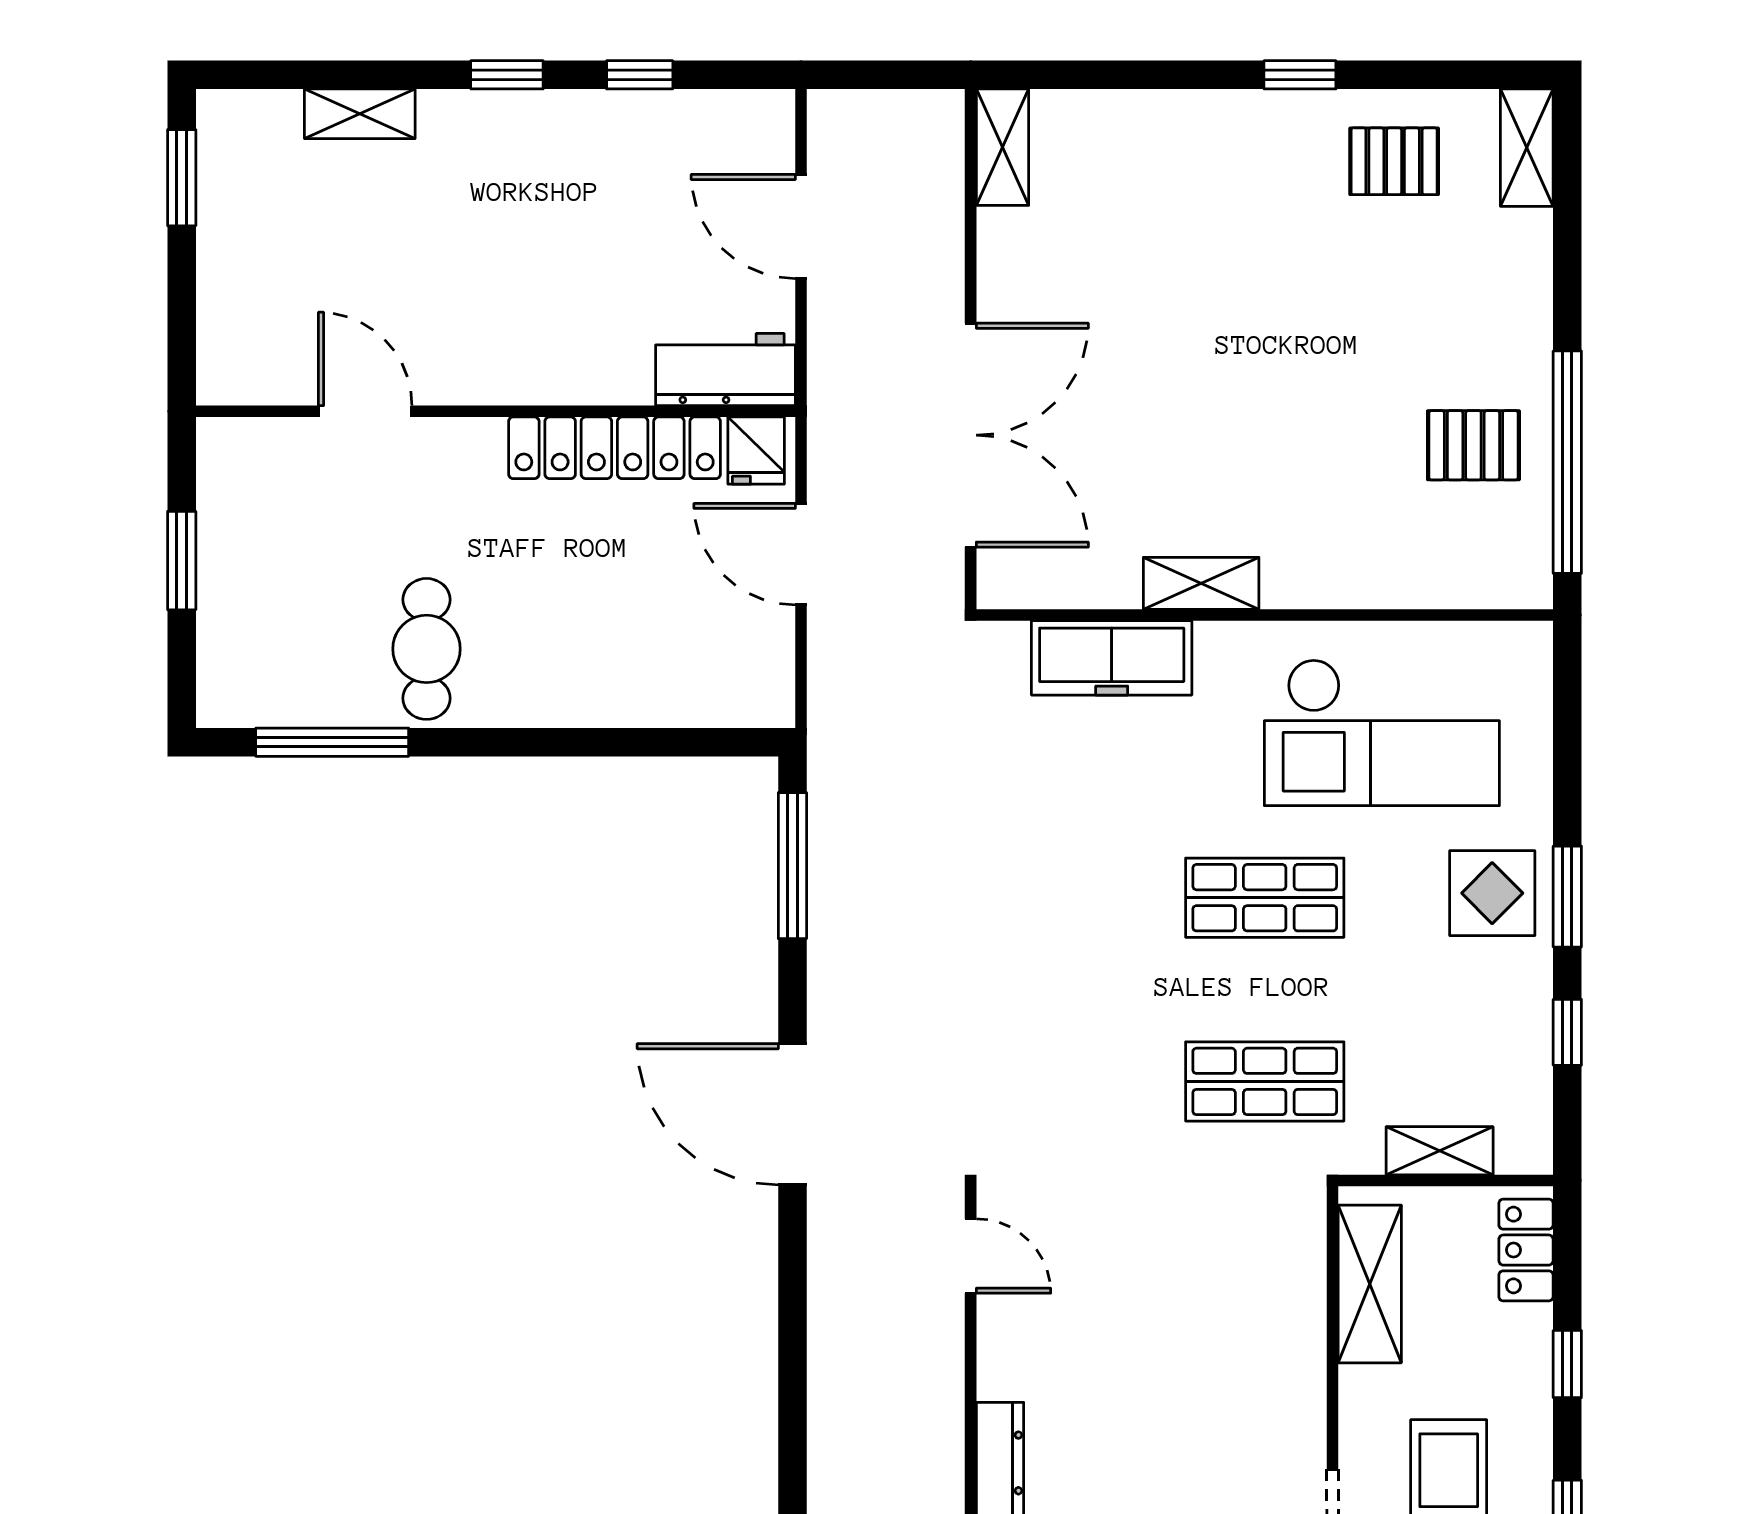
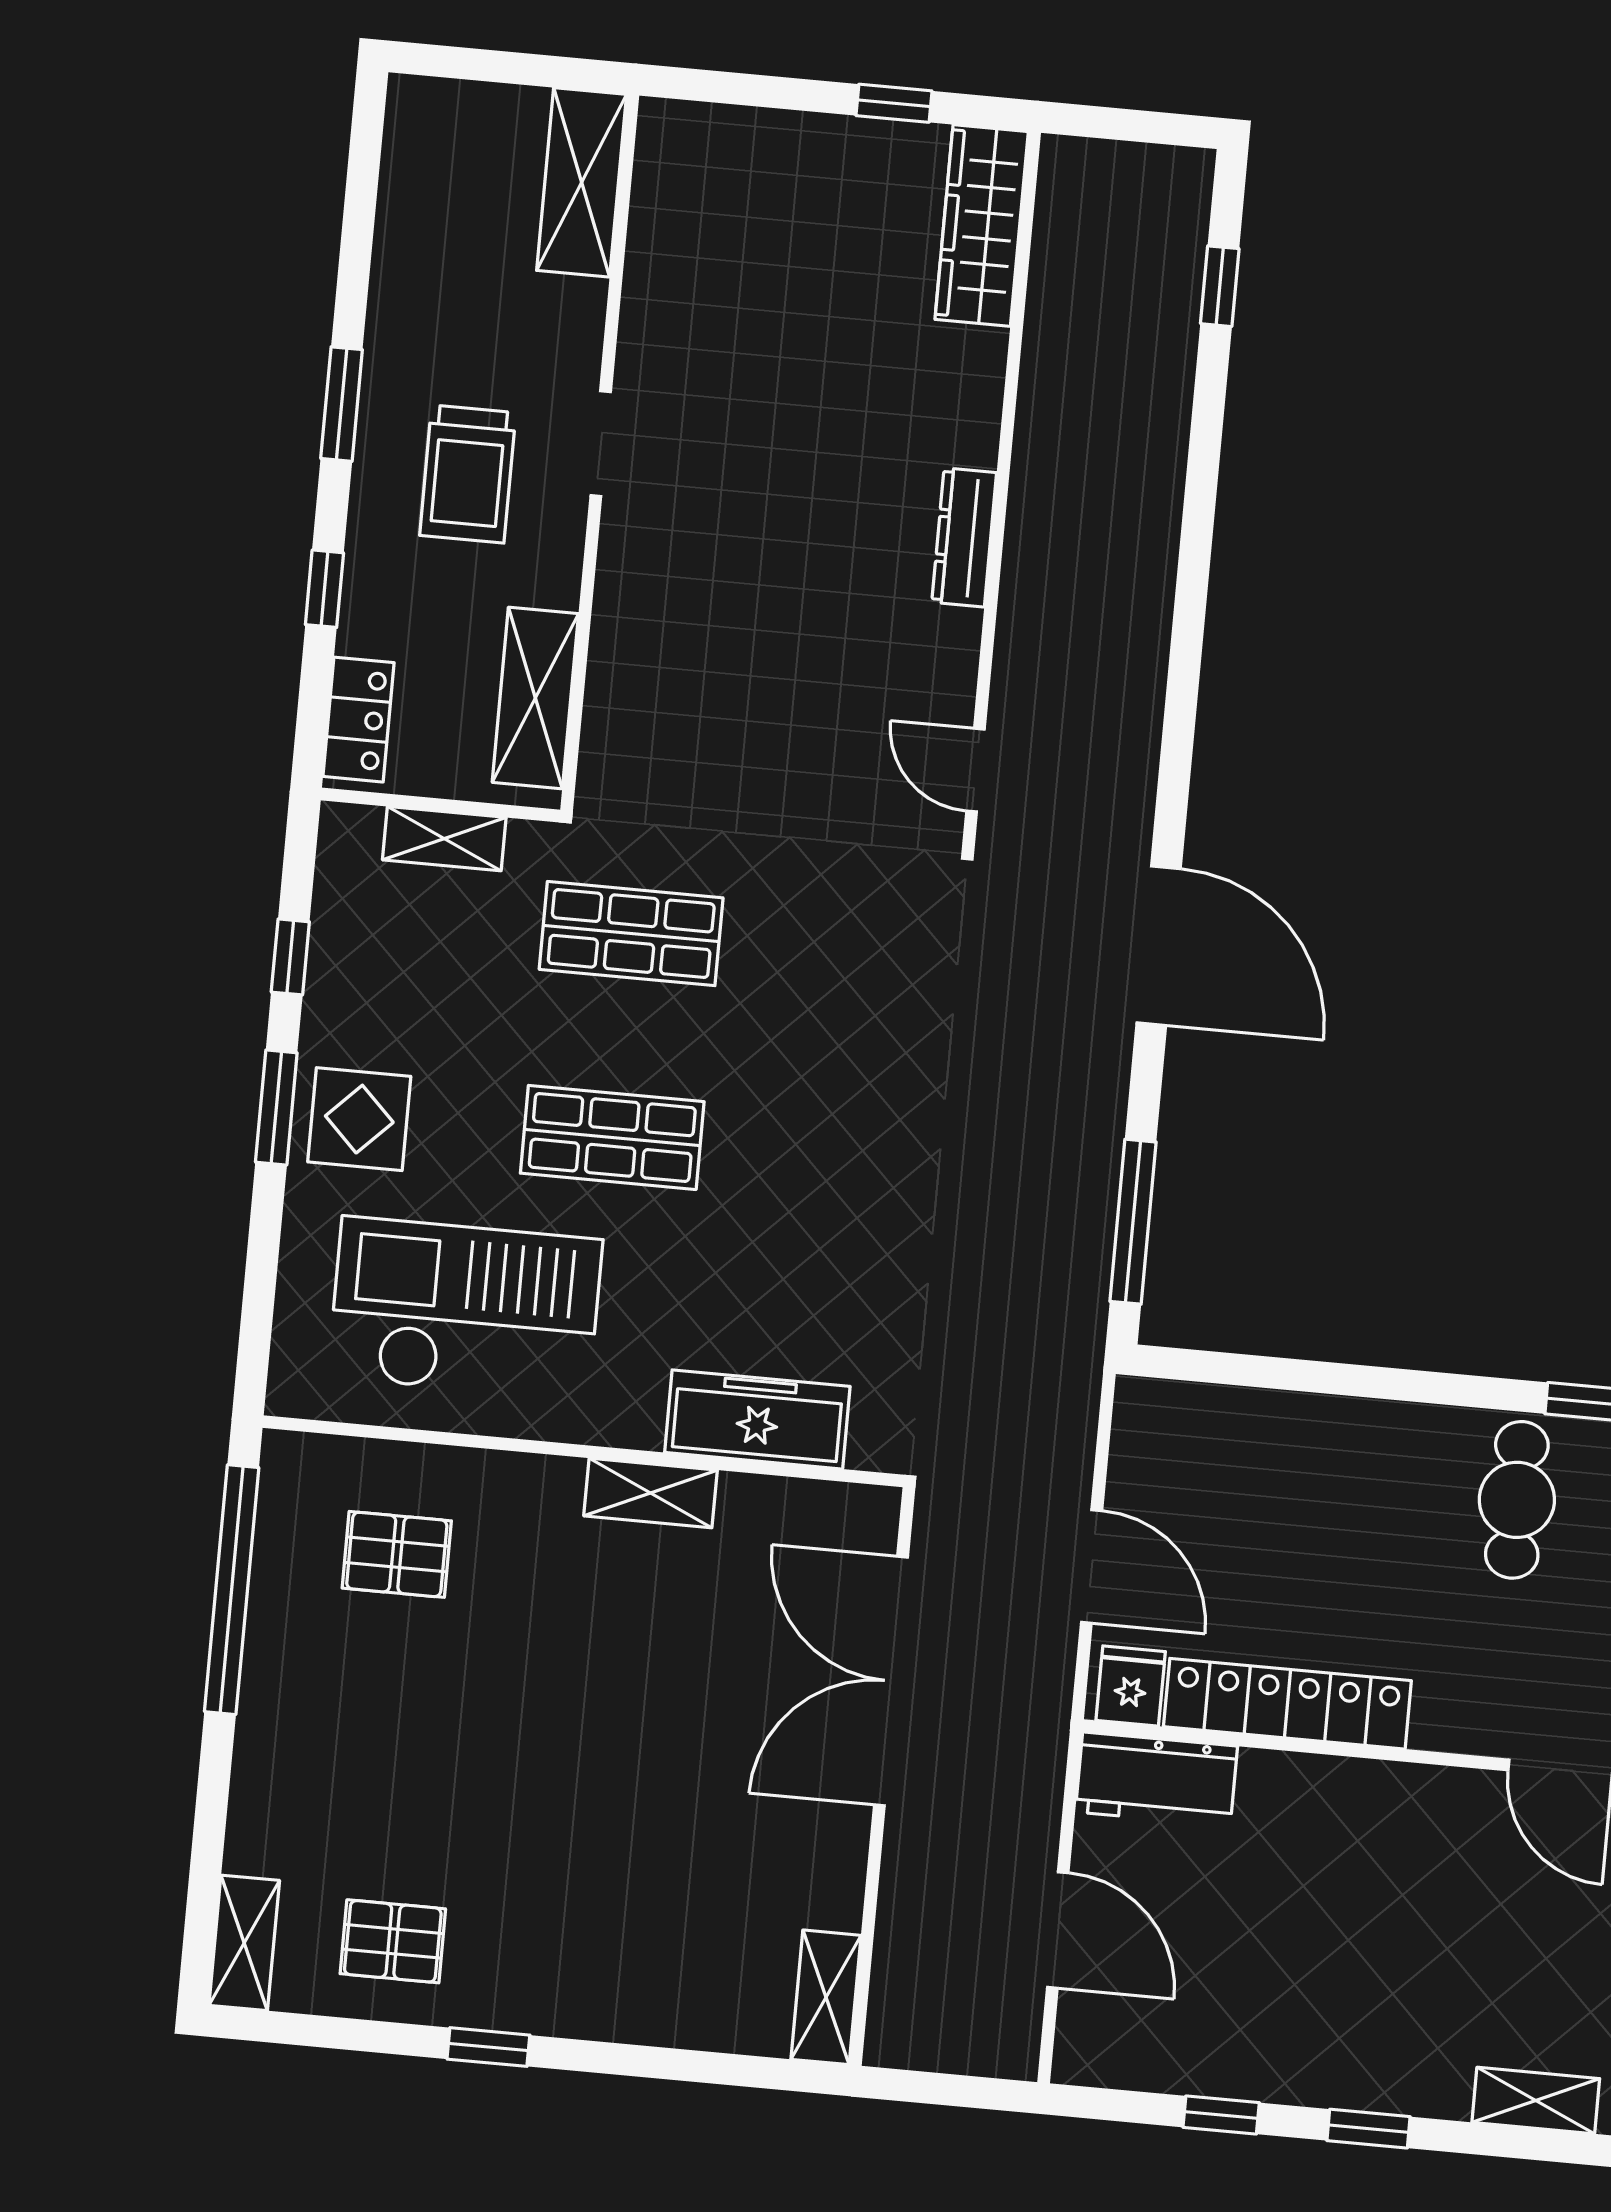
pallet: (1473, 445) -> (397, 1554), moved

